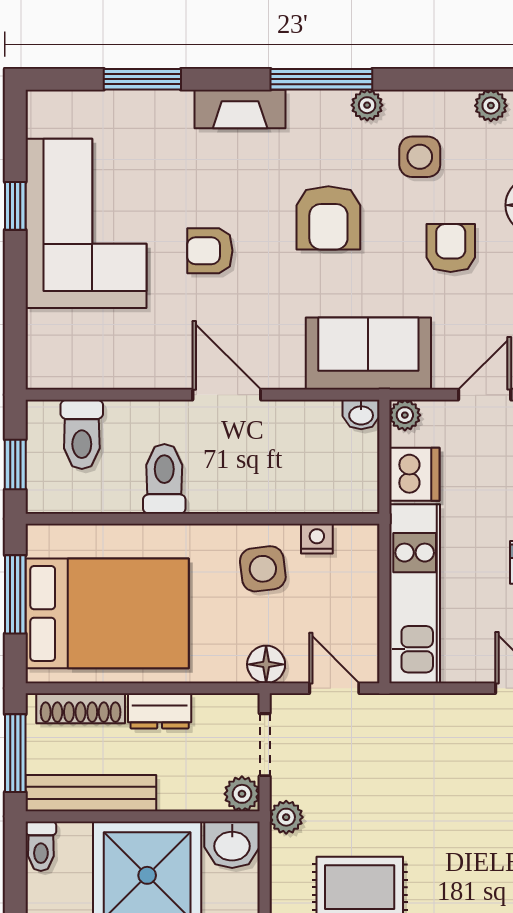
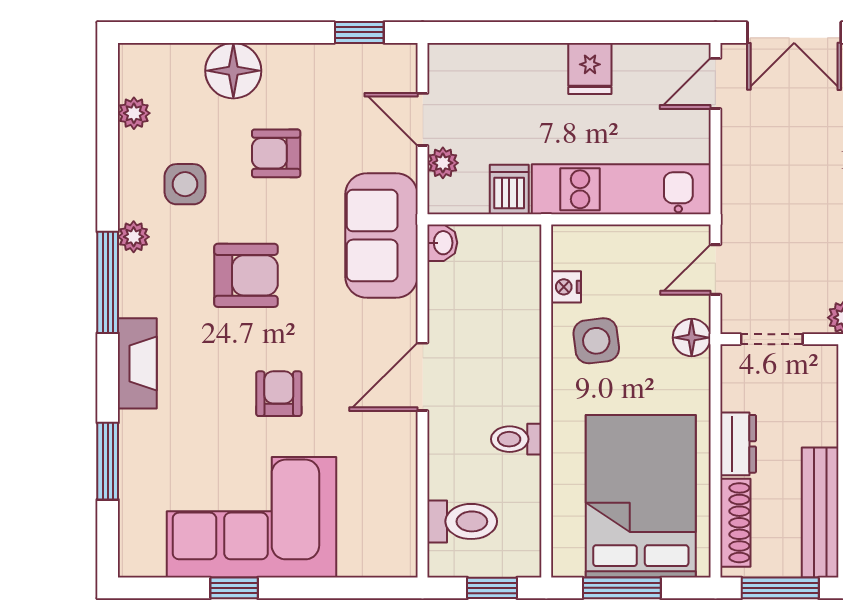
armchair: (210, 251) -> (279, 394), turned 180
plant: (405, 415) -> (443, 163), moved
dishwasher: (414, 474) -> (509, 190), width x0.73
toilet: (164, 479) -> (516, 439), width x0.73, depth x0.72
plant: (242, 794) -> (821, 362), removed

